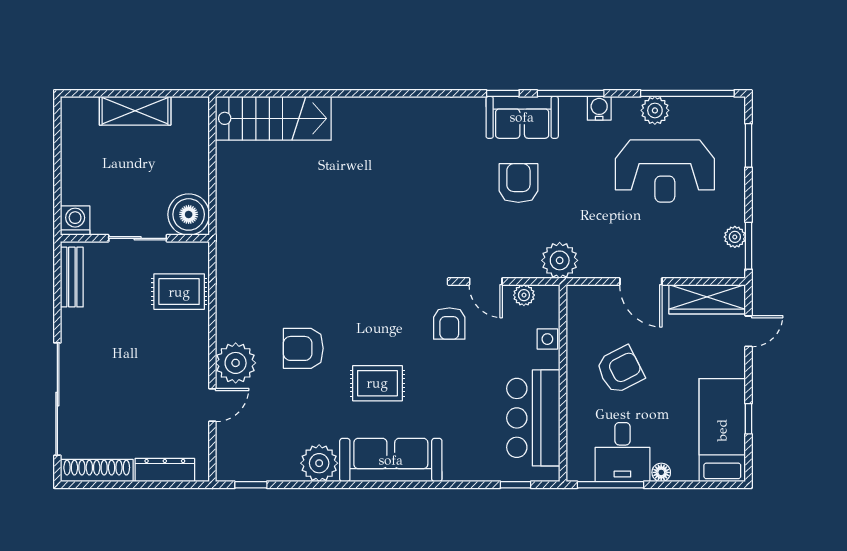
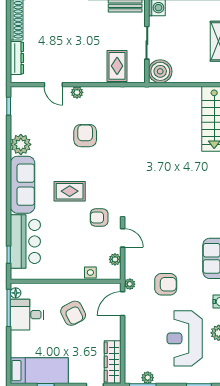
armchair: (518, 183) -> (166, 284), moved
plant: (560, 260) -> (130, 284), width x0.53, depth x0.53
door: (486, 281) -> (123, 238), swing flipped
door: (641, 281) -> (123, 304), moved
plant: (236, 363) -> (77, 92), width x0.53, depth x0.53
rug: (377, 383) -> (70, 191), moved, turned 90
bar counter: (533, 418) -> (25, 241), moved, turned 90
floor lamp: (661, 472) -> (16, 293), moved

